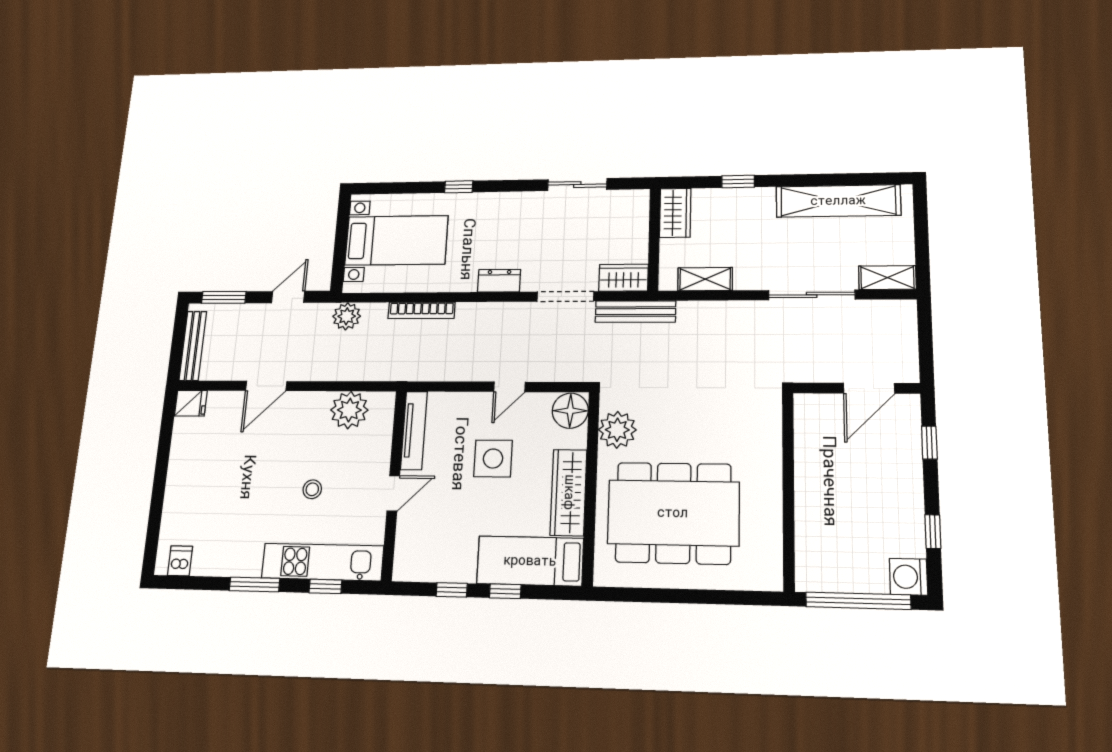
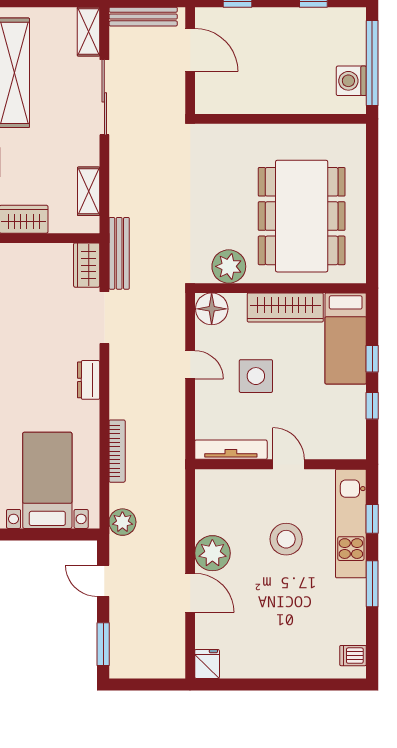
bench: (193, 346) -> (143, 17), moved
plant: (349, 410) -> (212, 553), moved
stool: (312, 489) -> (286, 539), width x1.89, depth x1.89
washing machine: (908, 577) -> (351, 81), moved, turned 90

